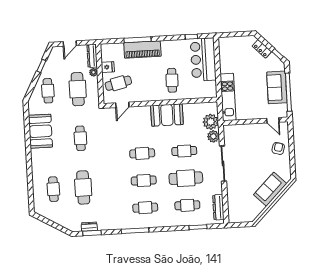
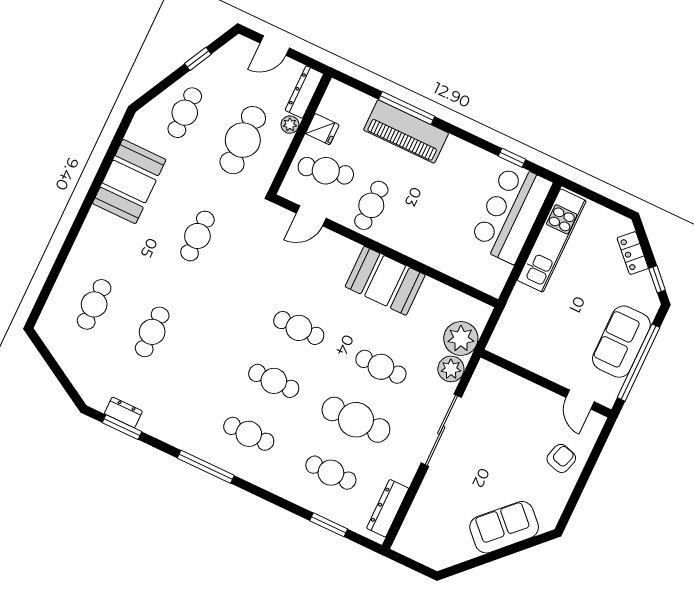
cafe table: (172, 80) -> (371, 205), moved
kitchen unit: (228, 97) -> (552, 240), moved
cafe table: (83, 187) -> (152, 332), width x0.73, depth x0.74

